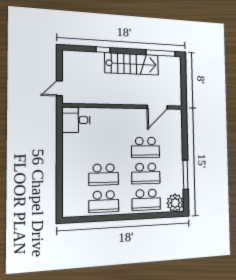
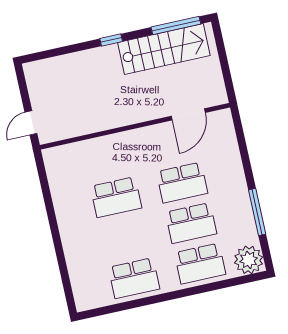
window: (103, 50) -> (111, 40), moved
stairs: (132, 64) -> (164, 49), moved
desk: (76, 120) -> (66, 165), removed
school desk: (104, 175) -> (116, 197), moved

